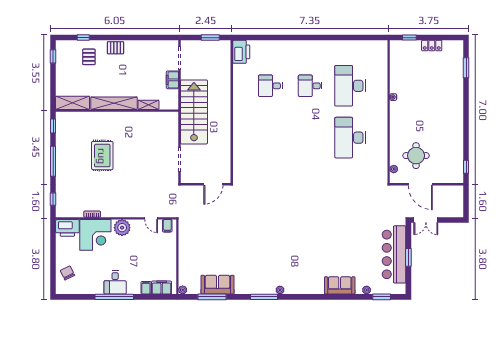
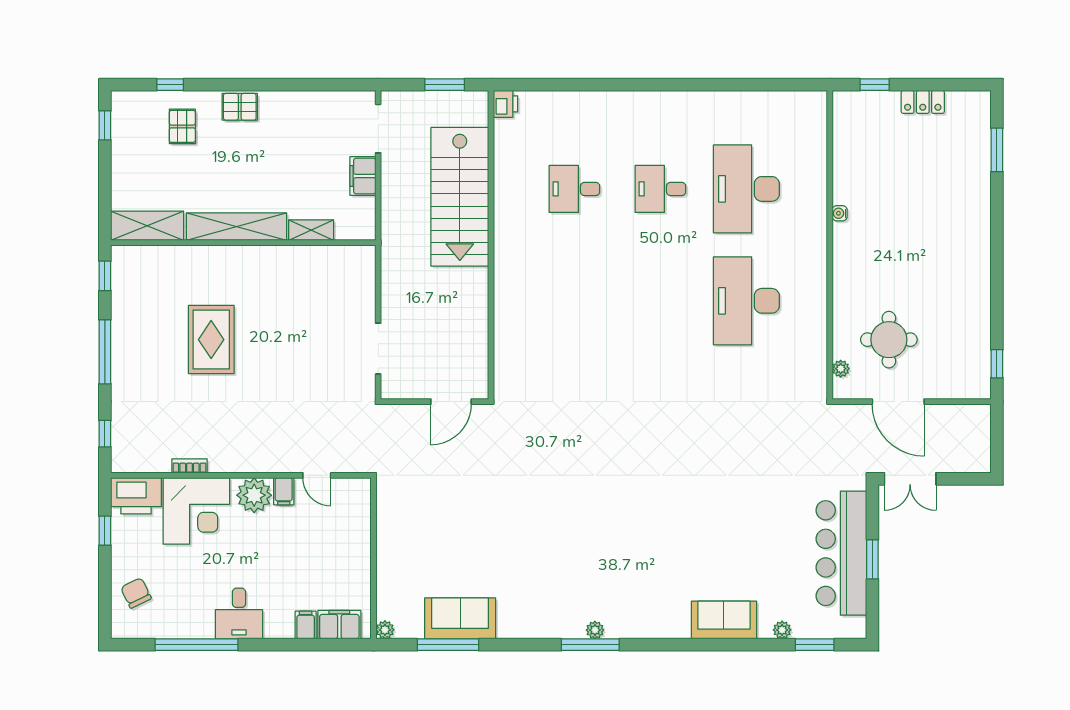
printer: (241, 52) -> (506, 104), width x0.53, depth x0.68
stairs: (194, 112) -> (460, 197), moved, turned 180
filing cabinet: (167, 226) -> (284, 491), moved
window: (53, 244) -> (105, 531), added
window: (114, 297) -> (197, 645), moved
window: (264, 297) -> (590, 645), moved

